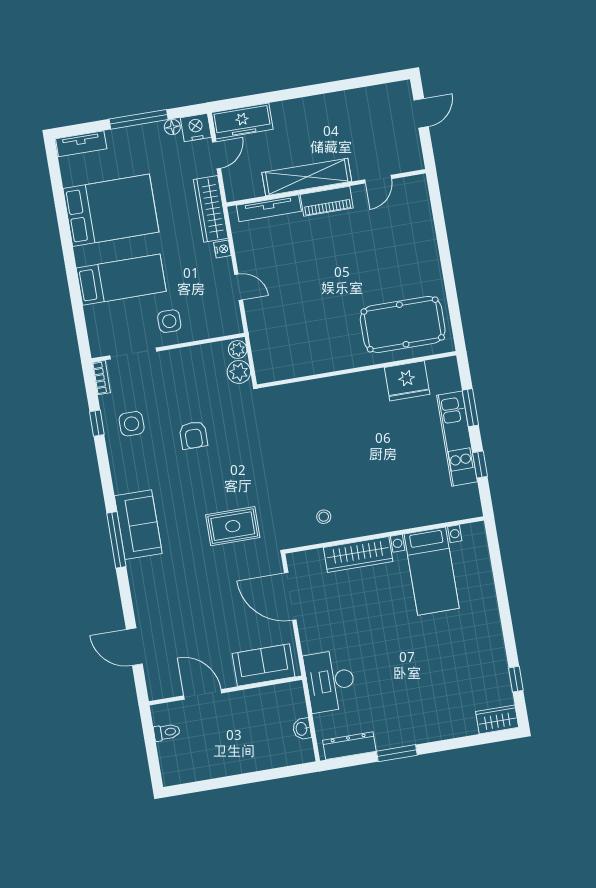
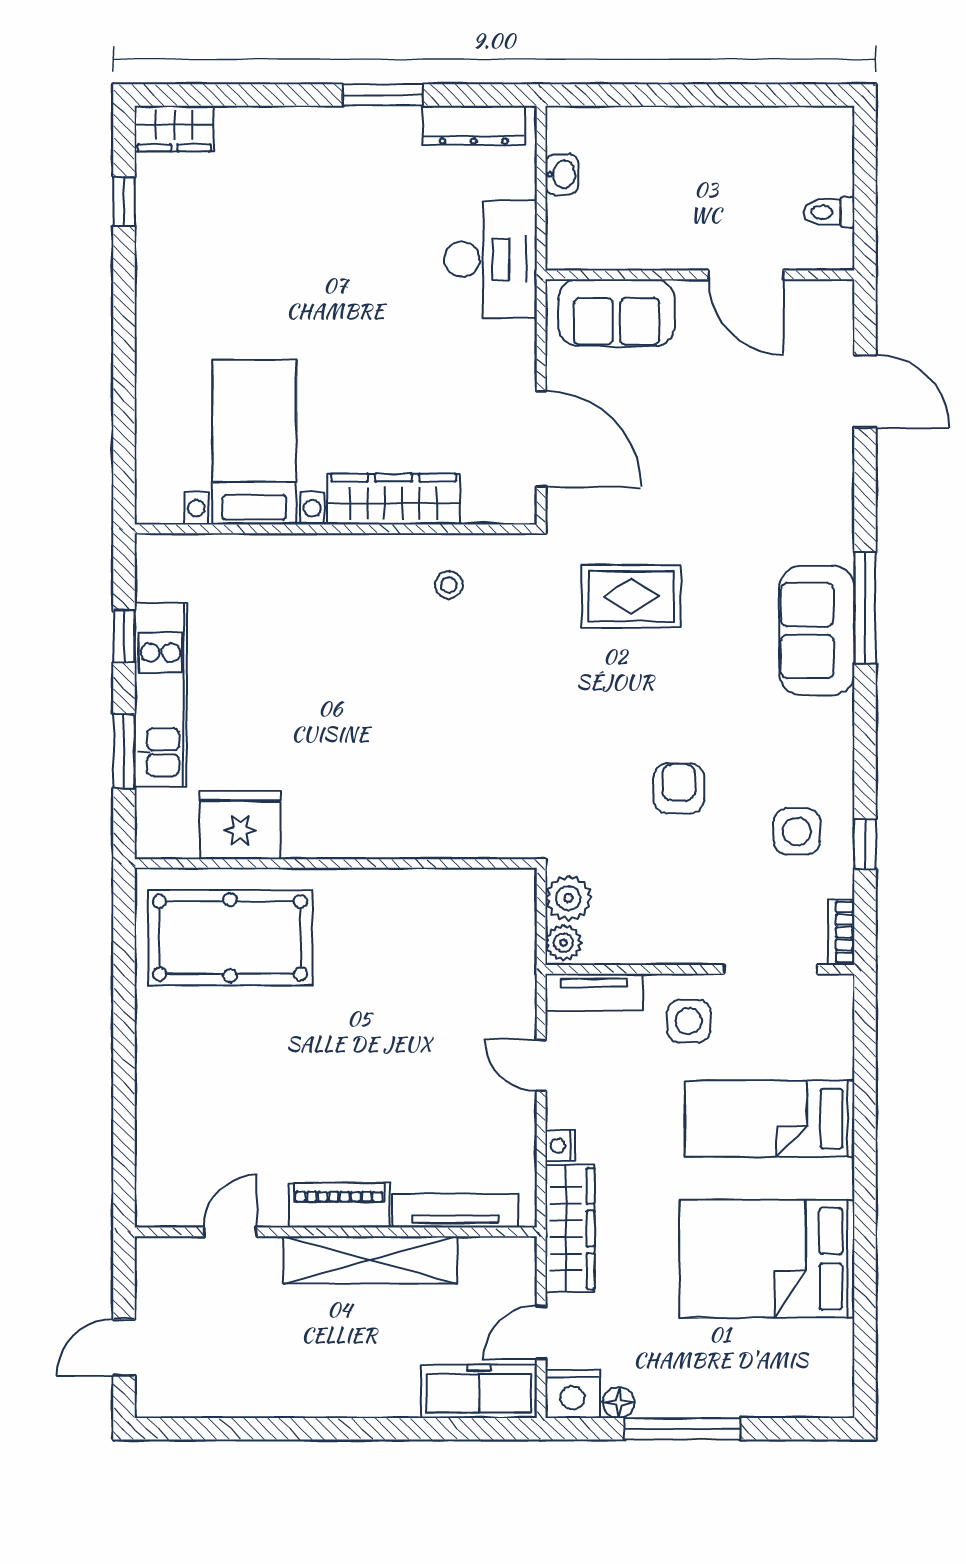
tv unit: (81, 144) -> (594, 992), moved, turned 180

